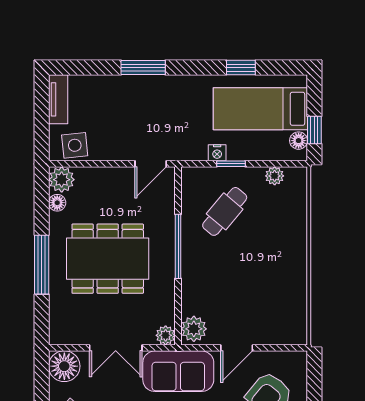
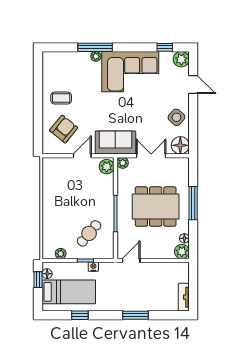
side table: (75, 145) -> (174, 271), removed

